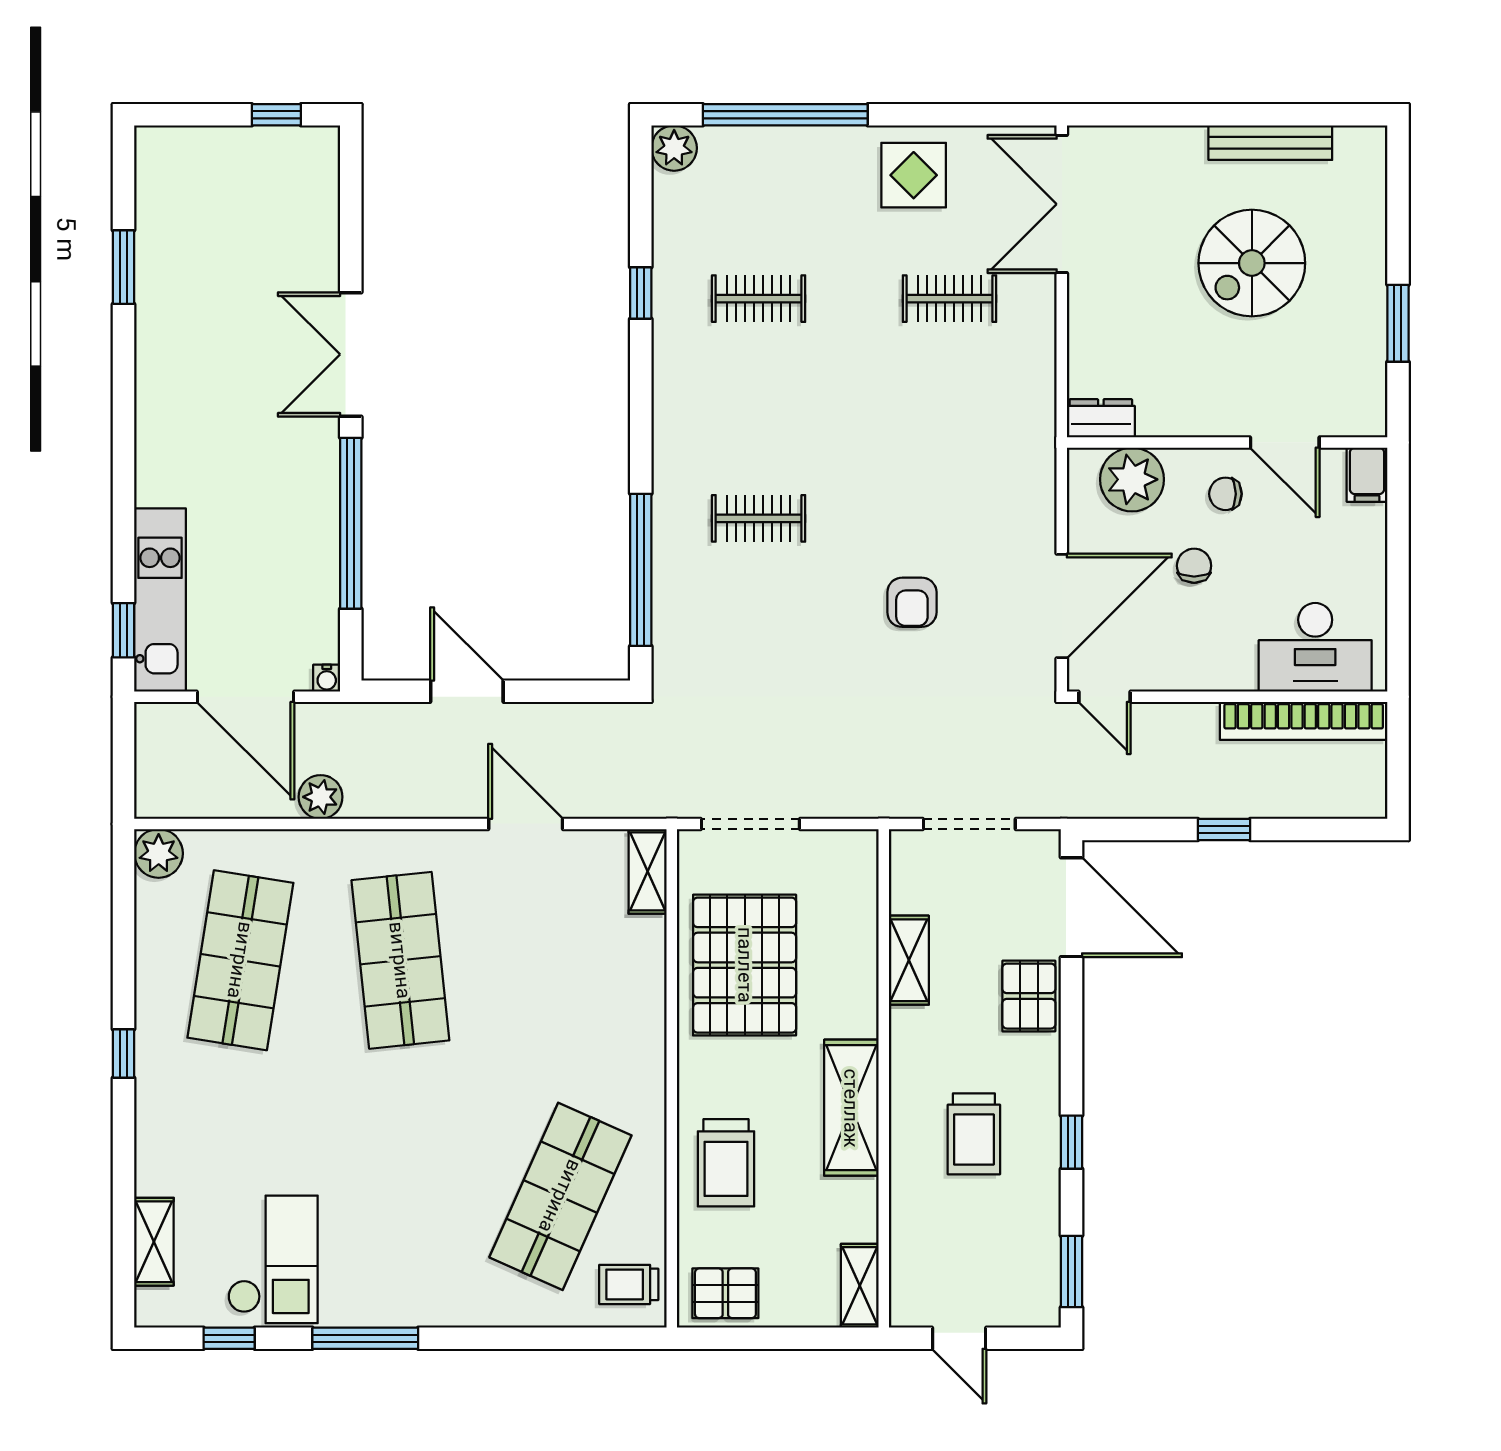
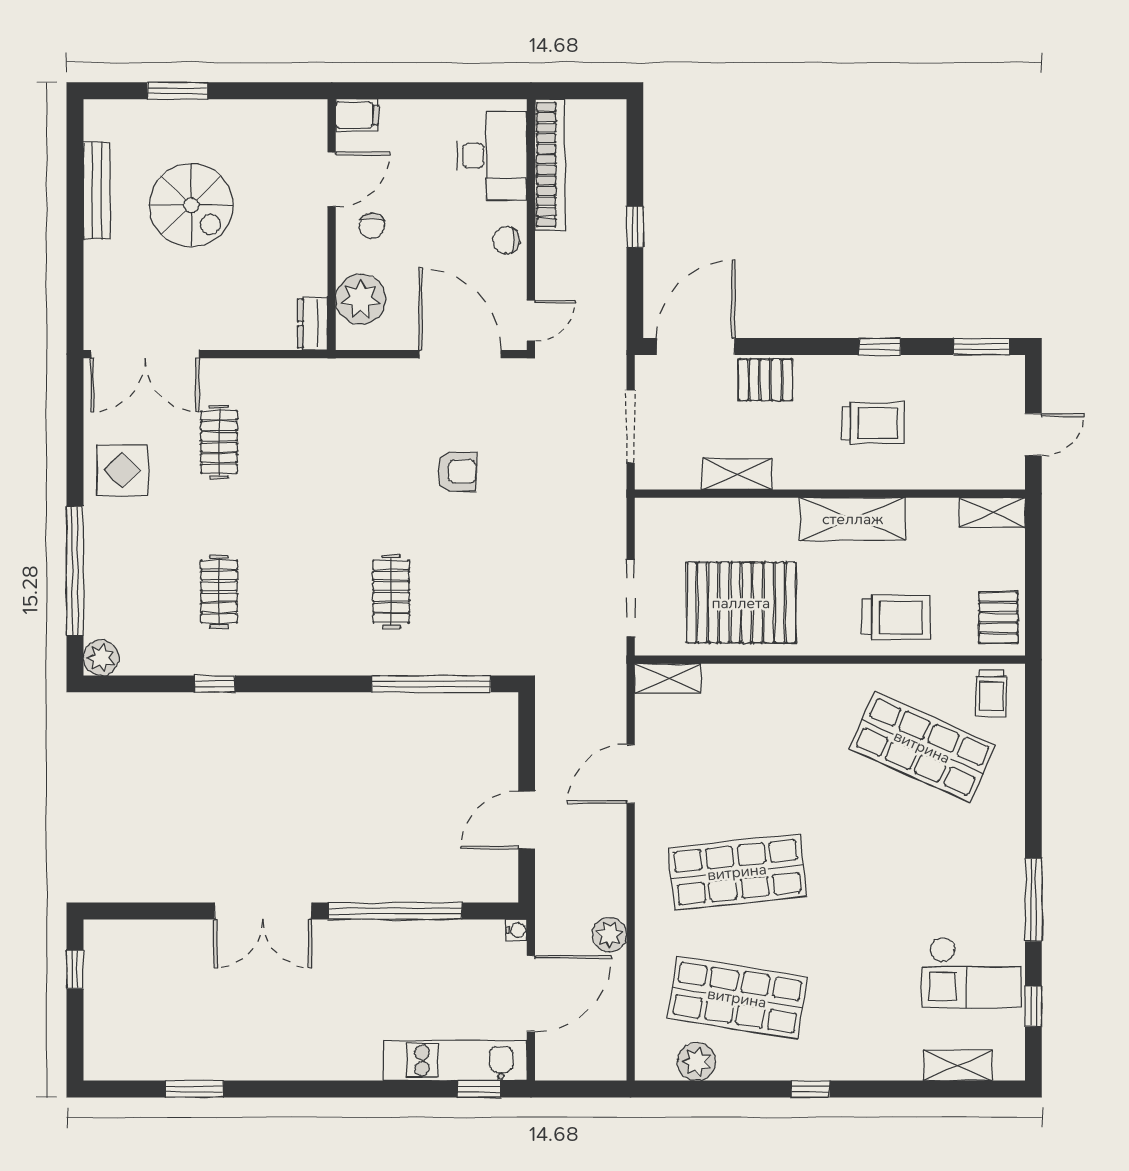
window: (1398, 323) -> (177, 91), moved
chair: (1194, 566) -> (506, 240), moved
plant: (159, 853) -> (697, 1062), moved
checkout: (273, 1259) -> (972, 972), turned 180

